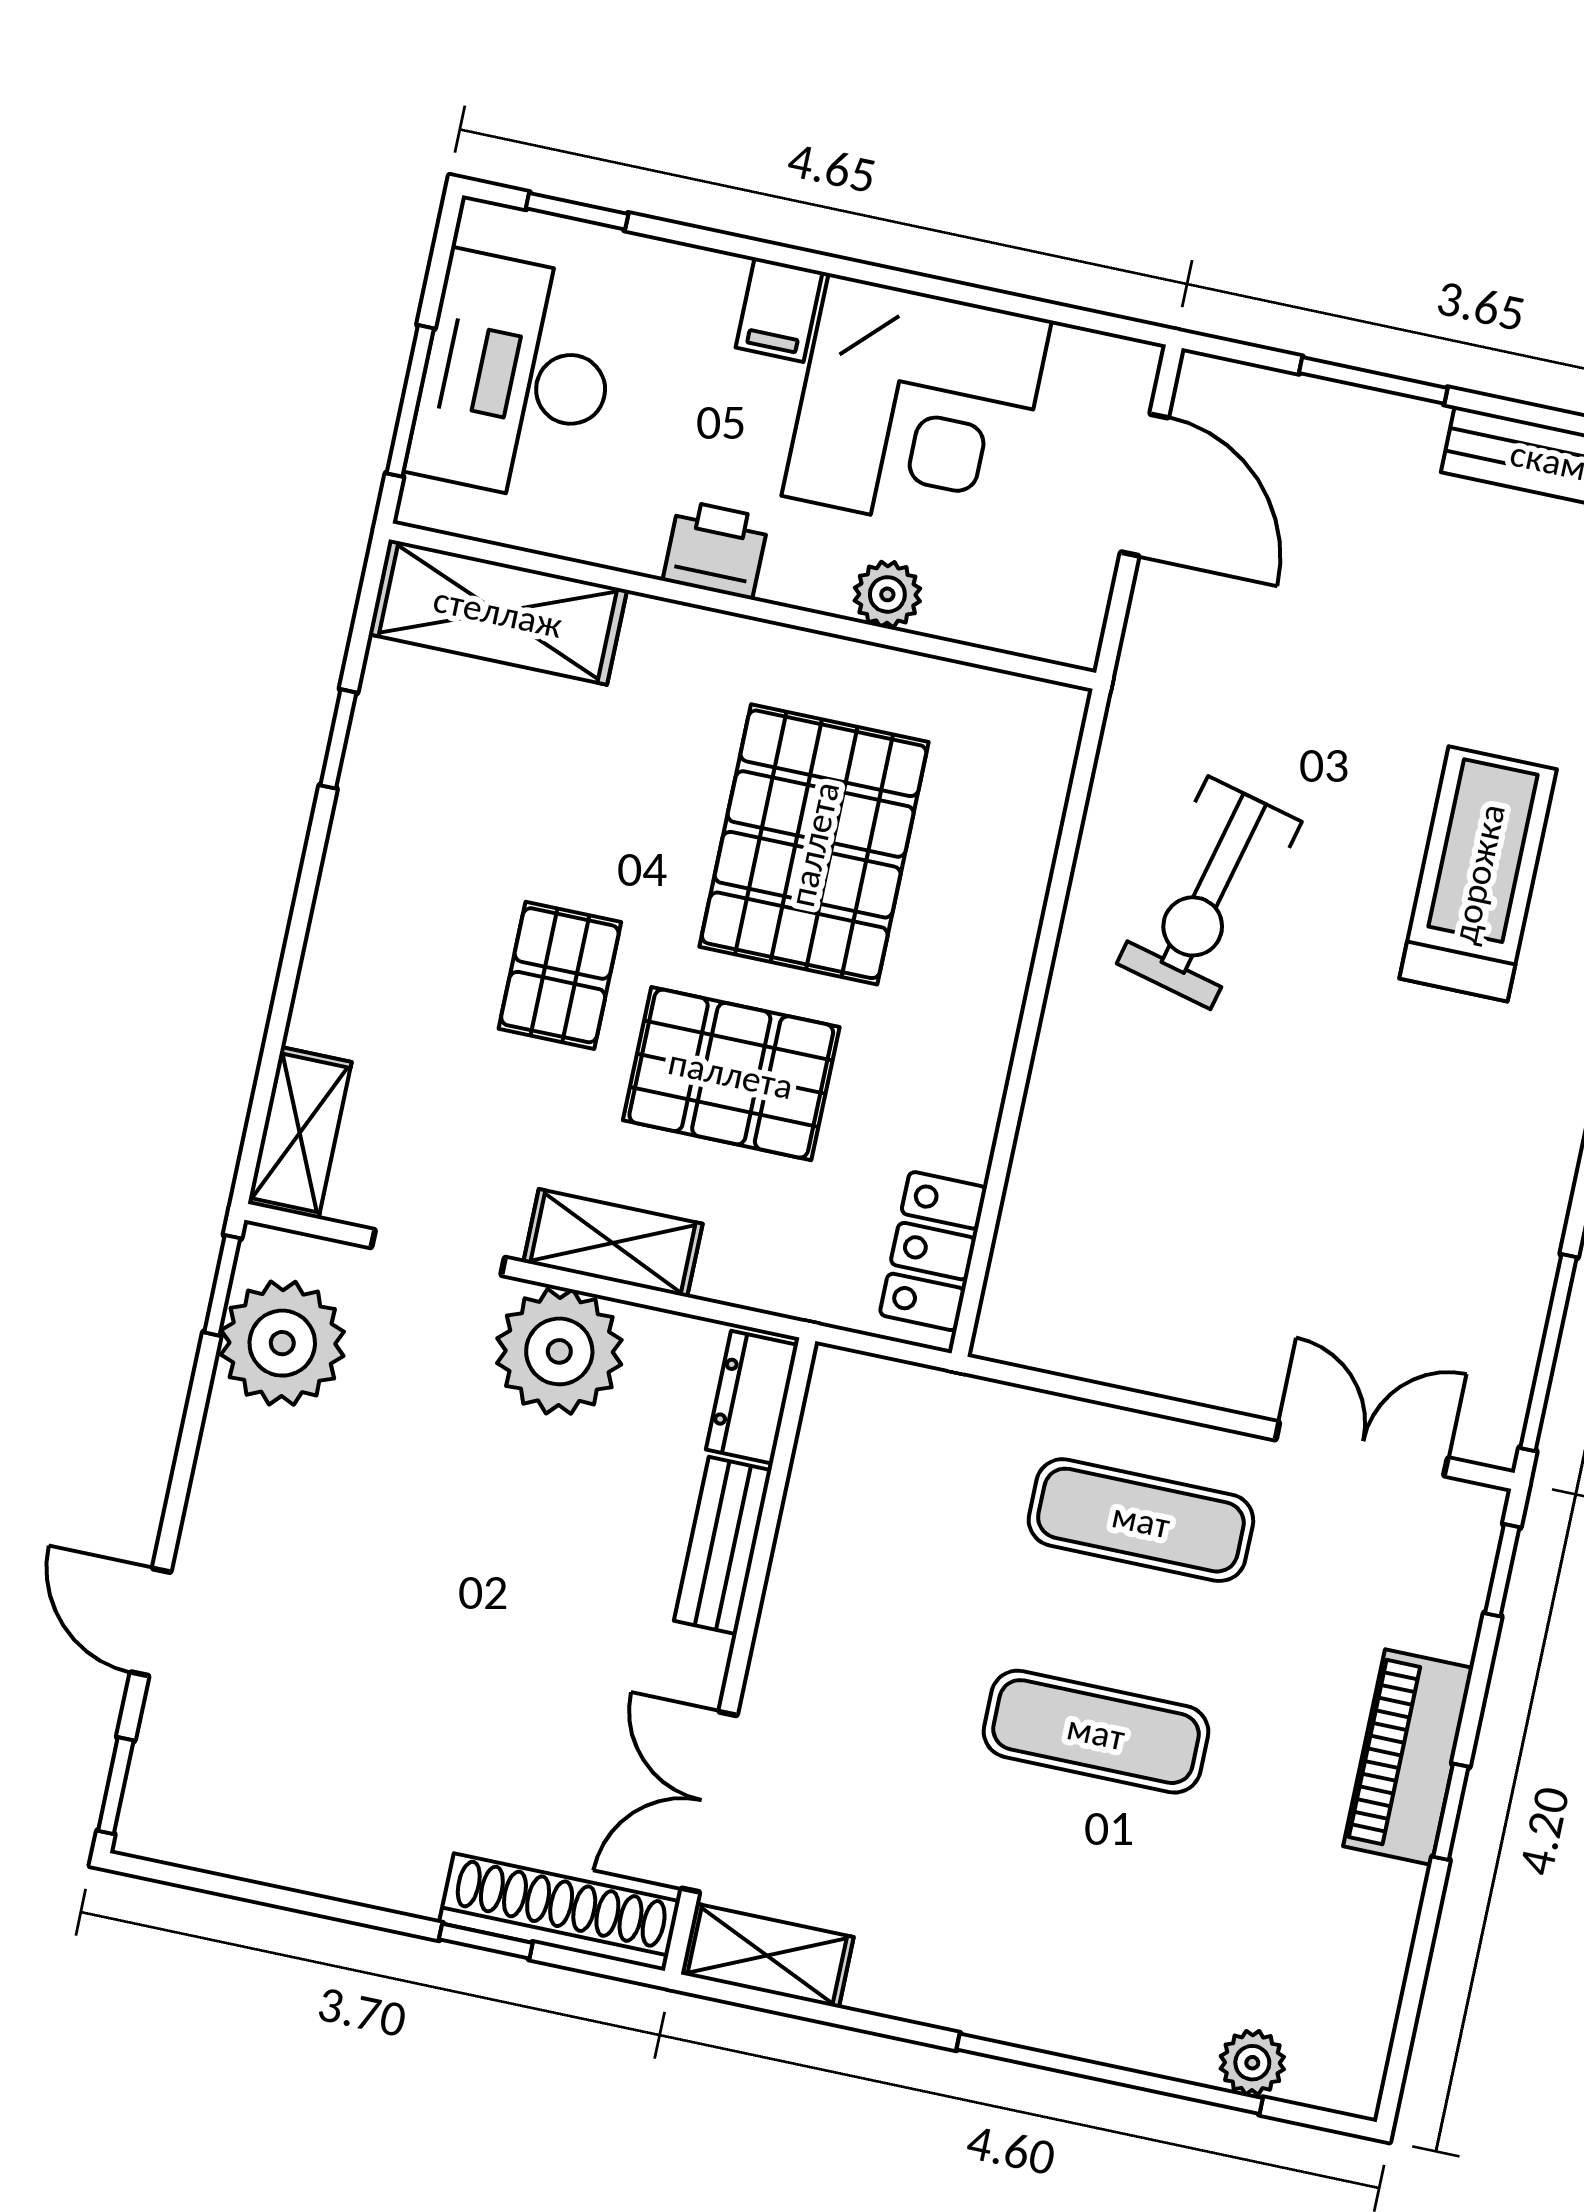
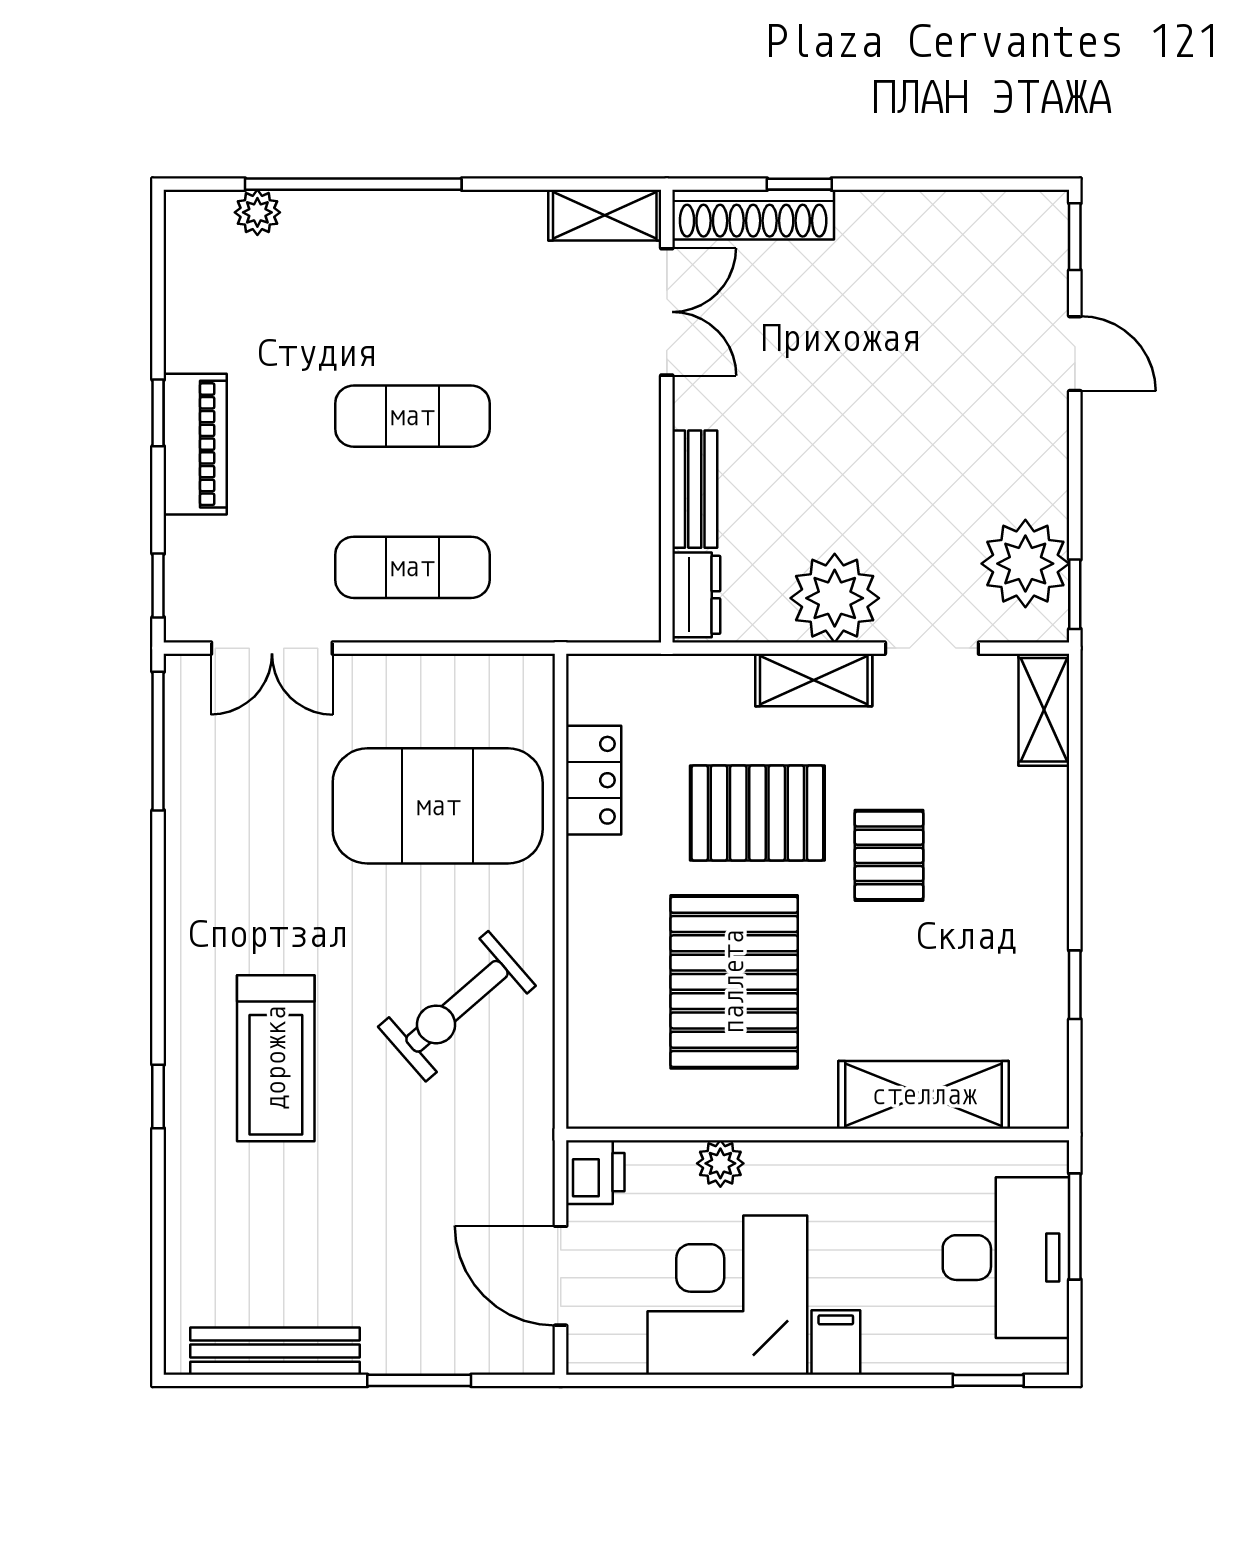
printer: (716, 550) -> (595, 1172), moved, turned -90
shelving: (498, 612) -> (924, 1095), moved
exercise bike: (1209, 893) -> (457, 1006), turned -145
exercise mat: (1177, 1179) -> (438, 806), added
locker: (933, 1251) -> (594, 780), moved

